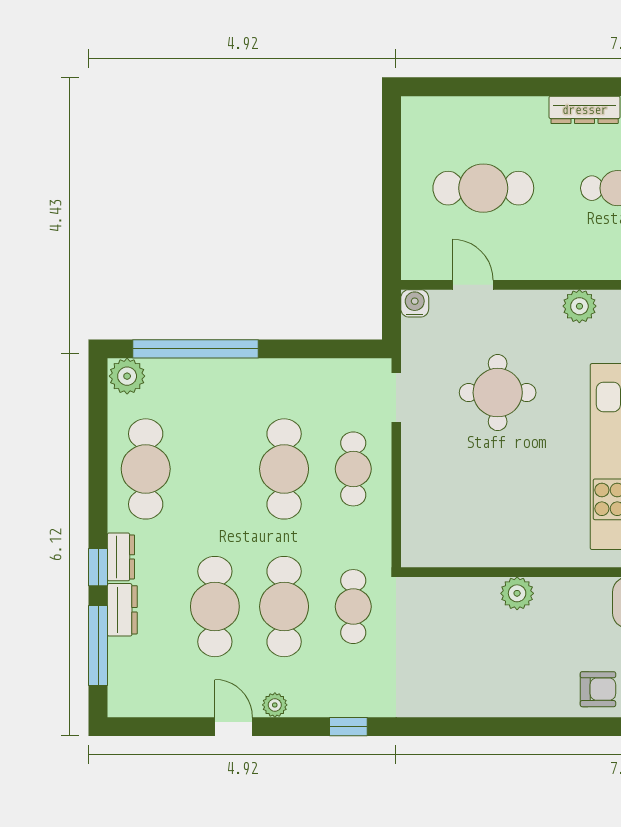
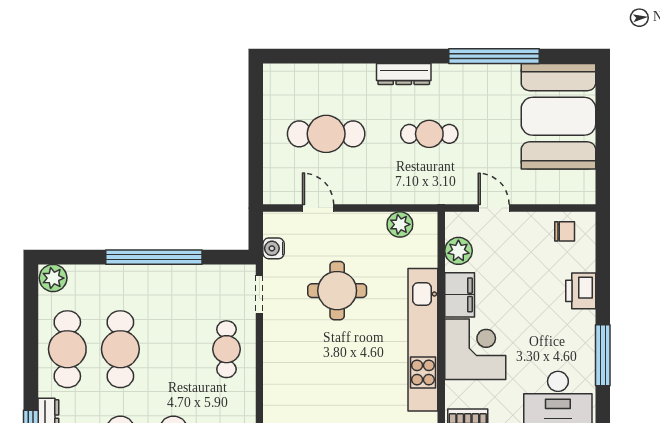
water cooler: (415, 303) -> (274, 248), moved, turned -90
window: (195, 349) -> (154, 257), moved
cafe table: (284, 469) -> (120, 349), moved

